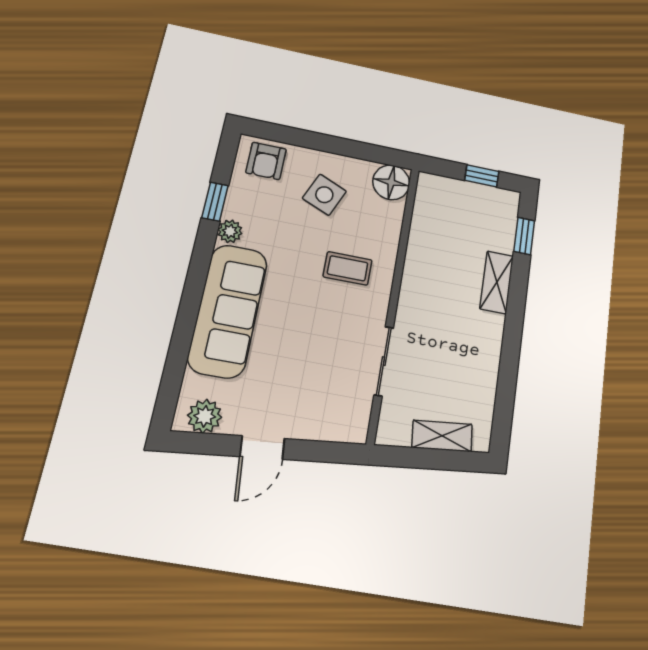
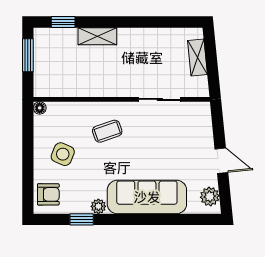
window: (482, 176) -> (28, 55), width x1.50
floor lamp: (391, 182) -> (40, 108), width x0.53, depth x0.53
coffee table: (348, 268) -> (107, 131), turned 71

